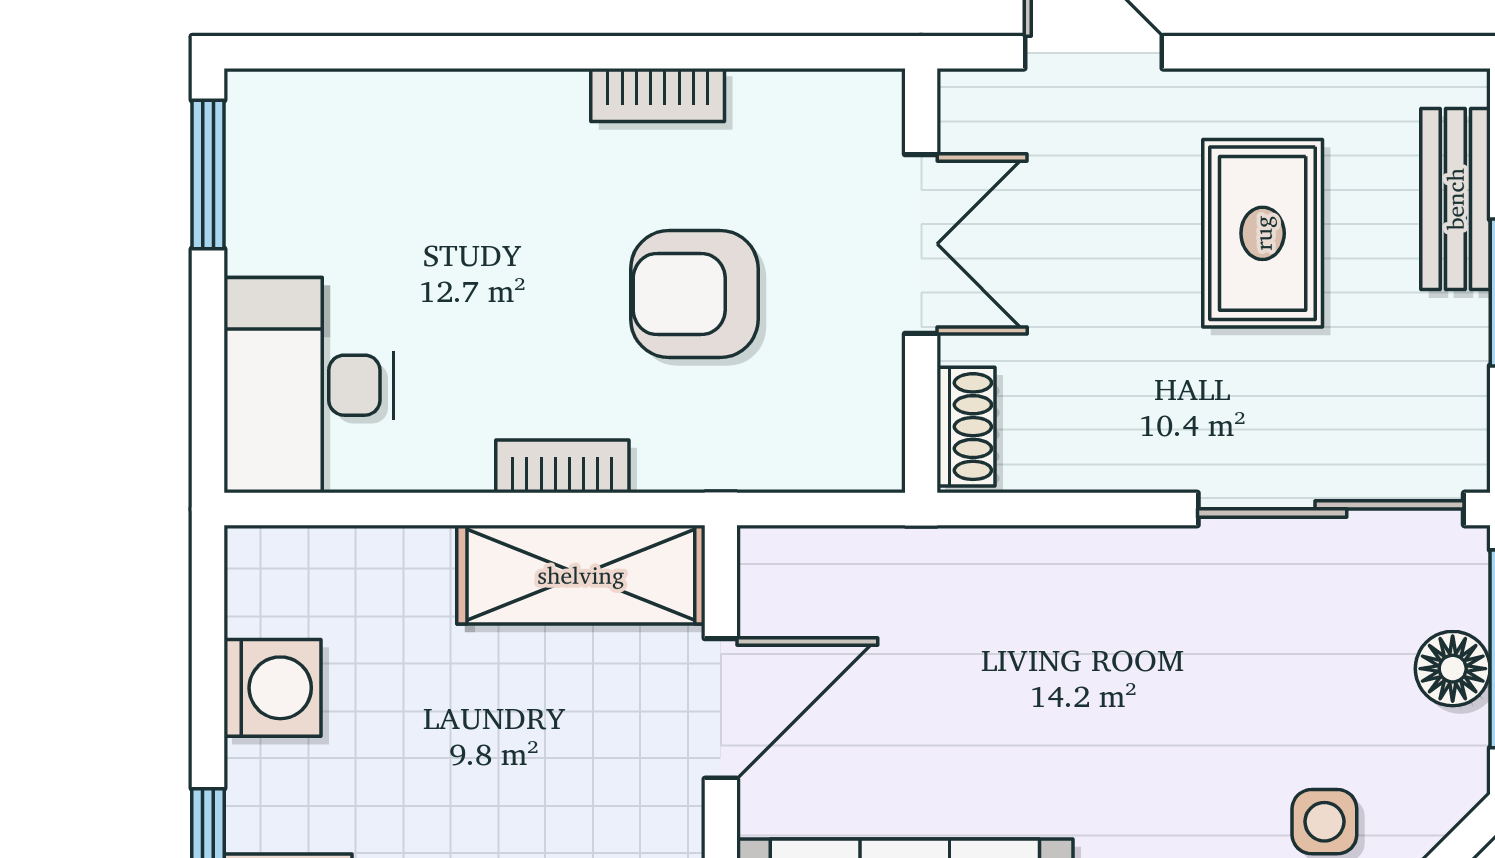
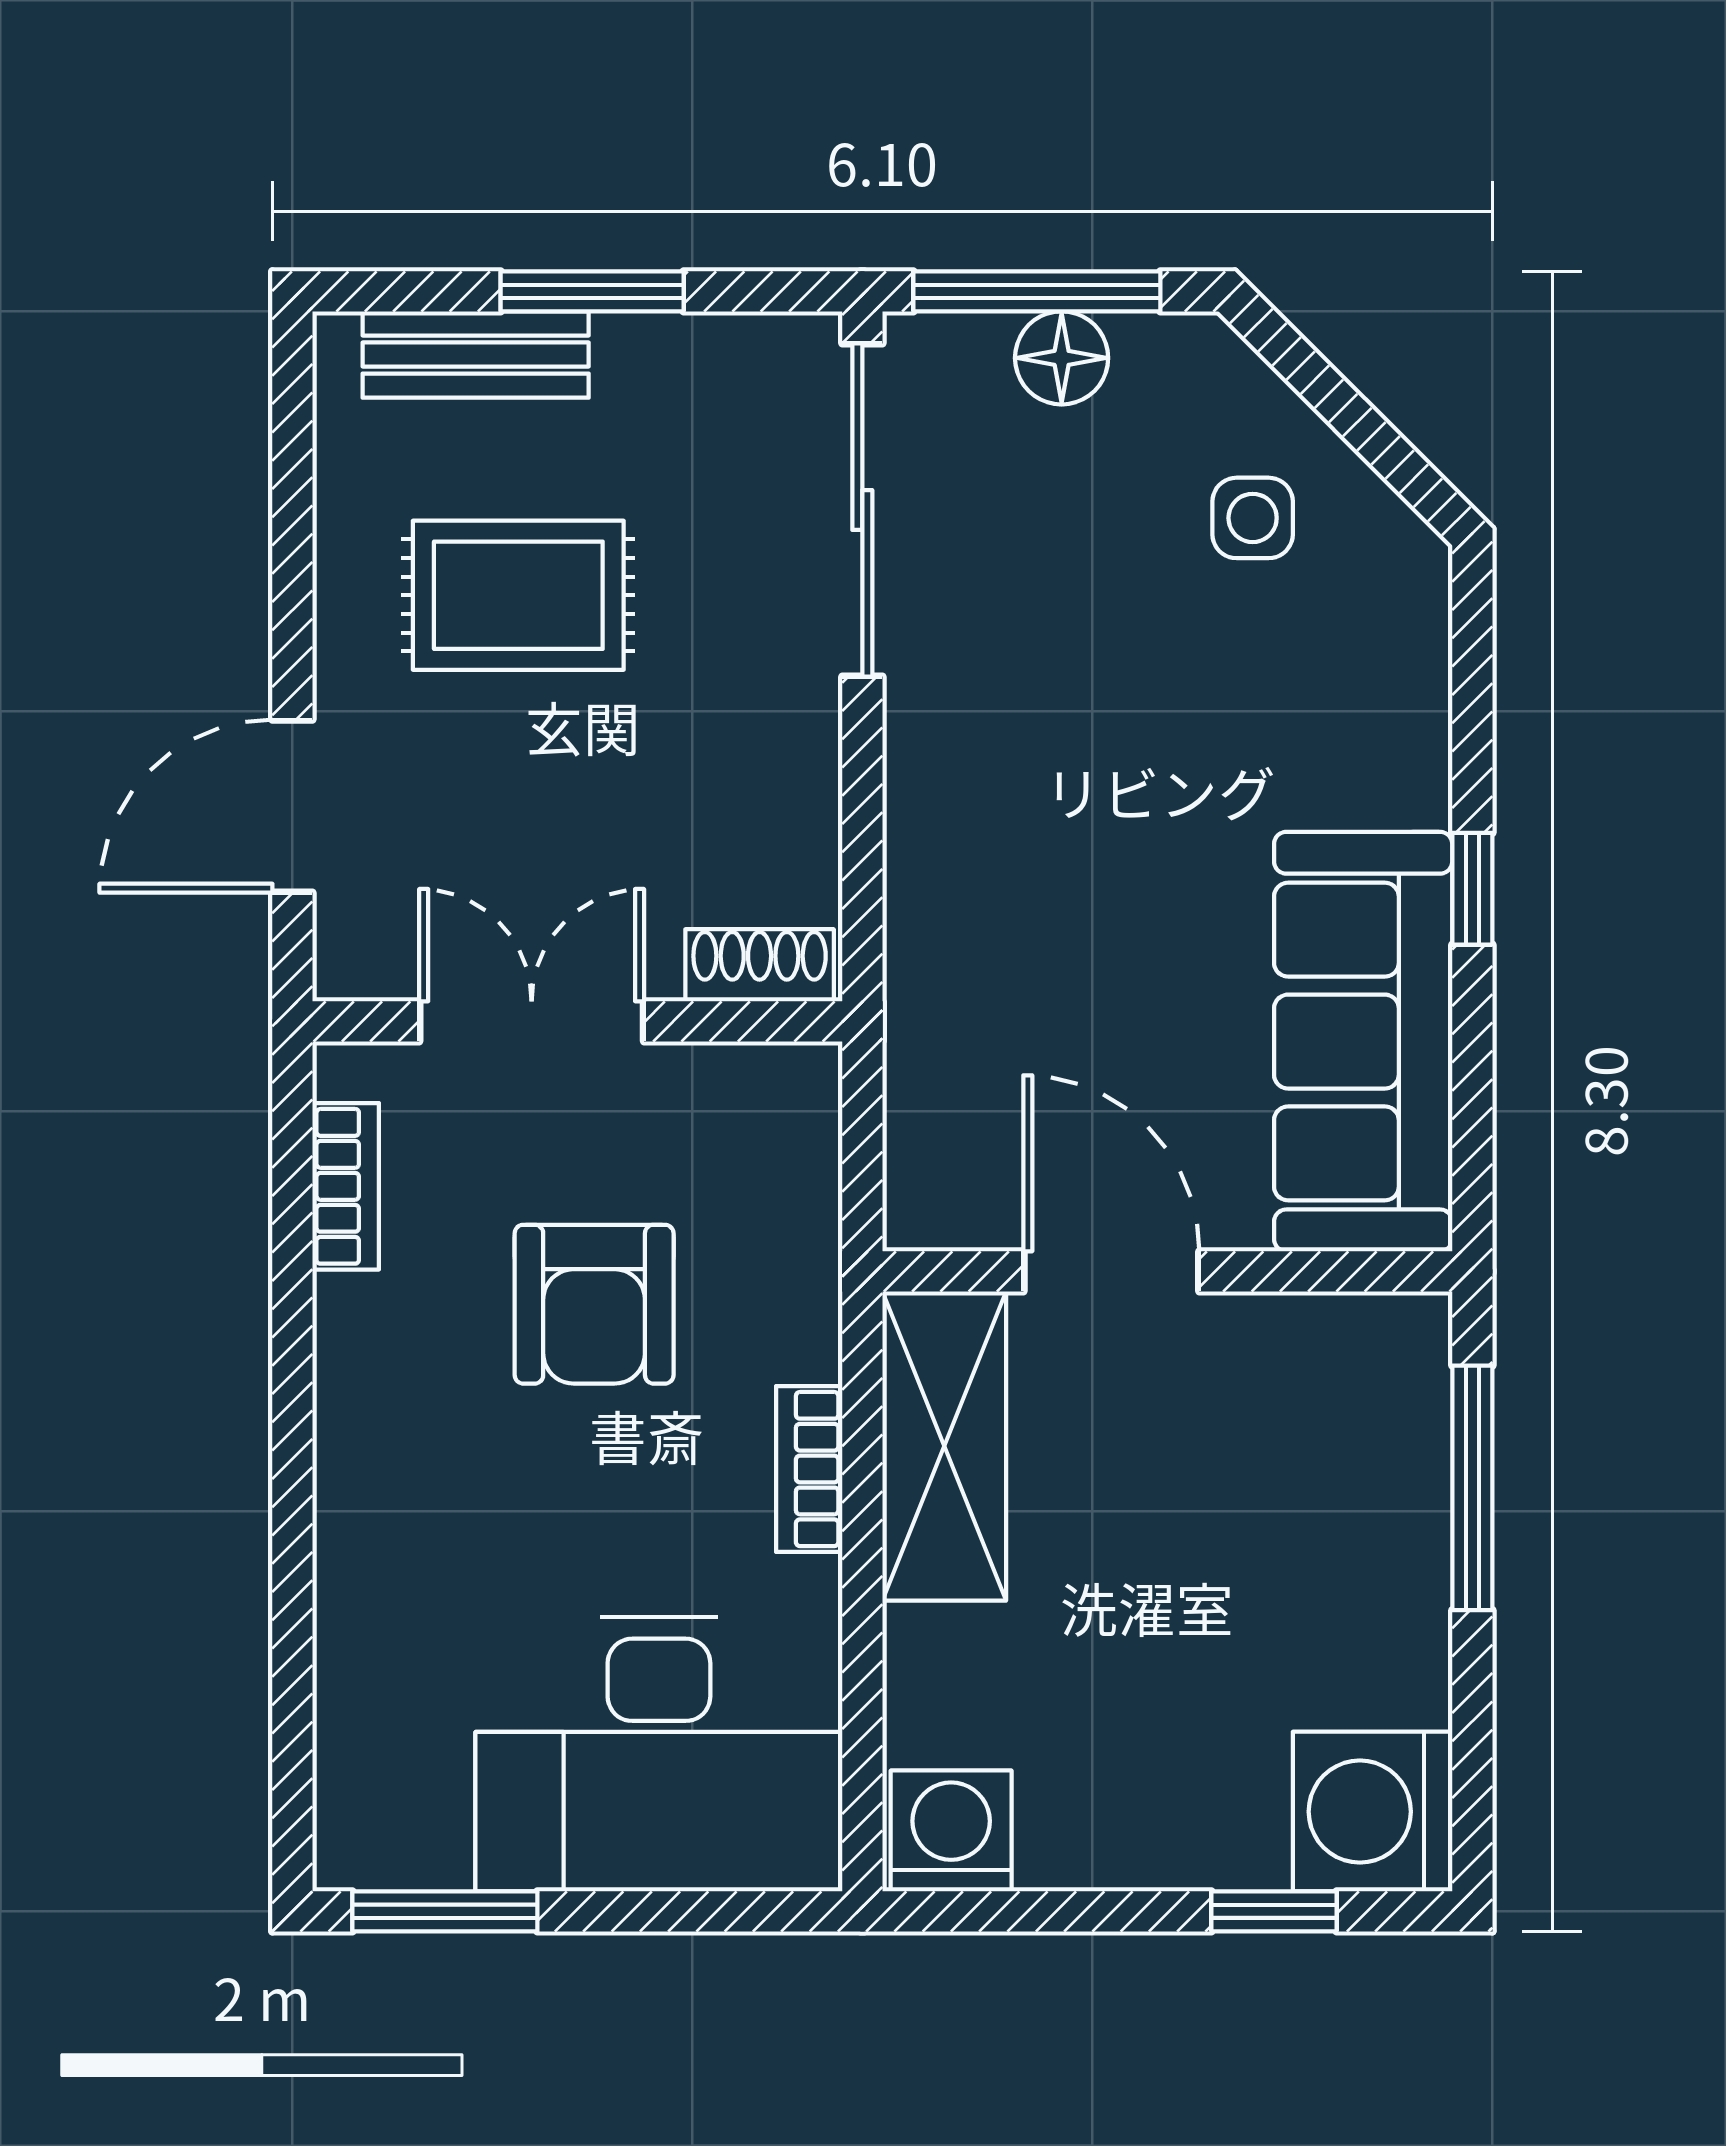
bookcase: (658, 95) -> (346, 1186), moved
desk: (309, 385) -> (659, 1754), width x1.36, depth x1.30
washing machine: (272, 688) -> (951, 1831), moved

